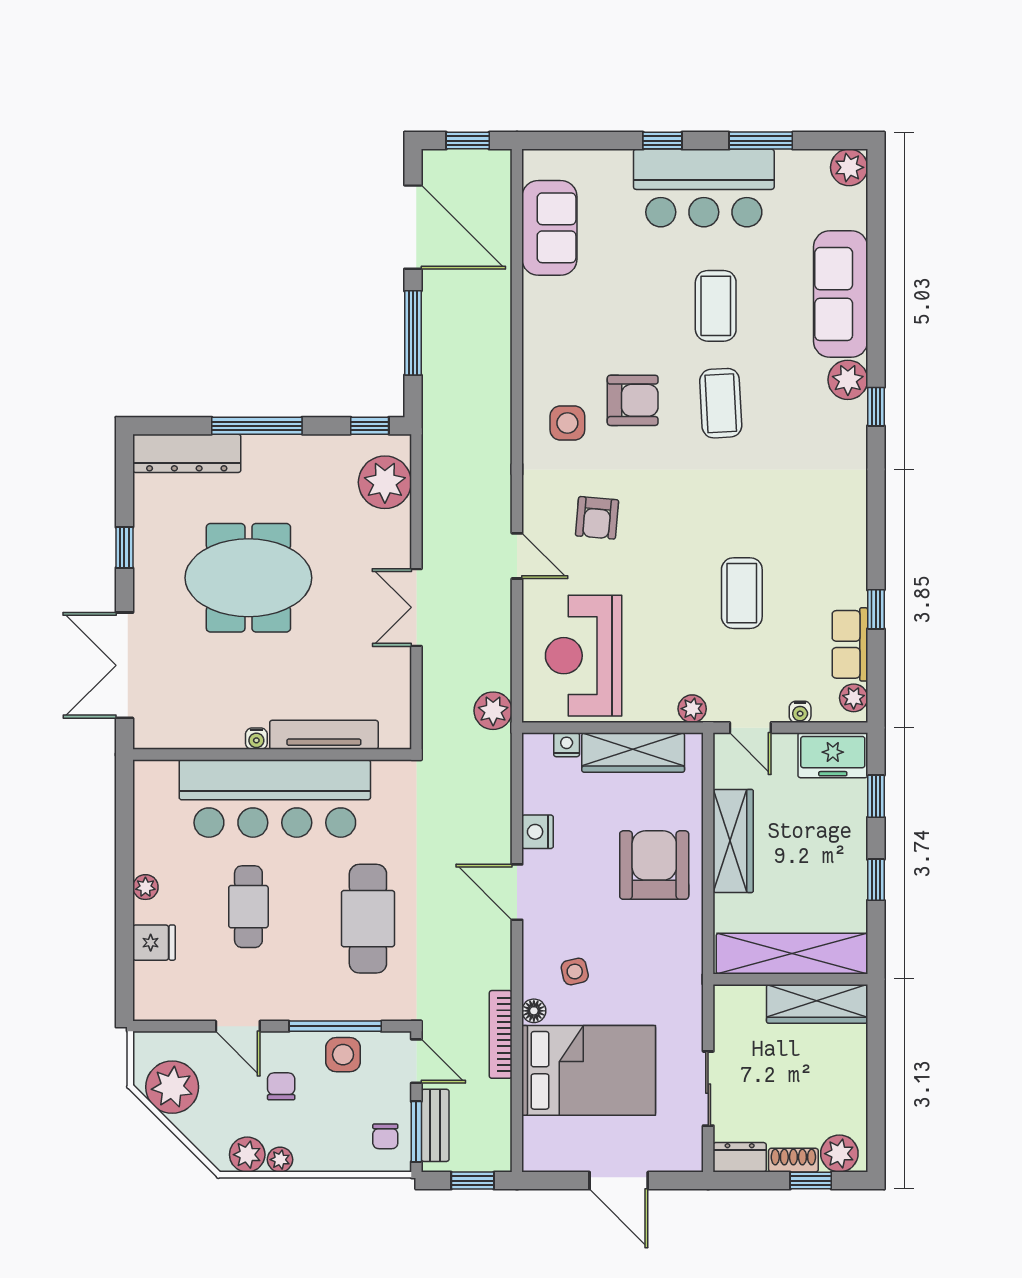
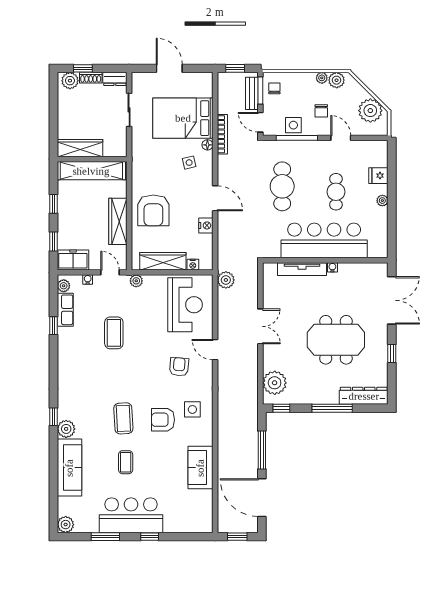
sofa: (549, 228) -> (200, 468), moved
coffee table: (716, 306) -> (126, 462), width x0.73, depth x0.77

